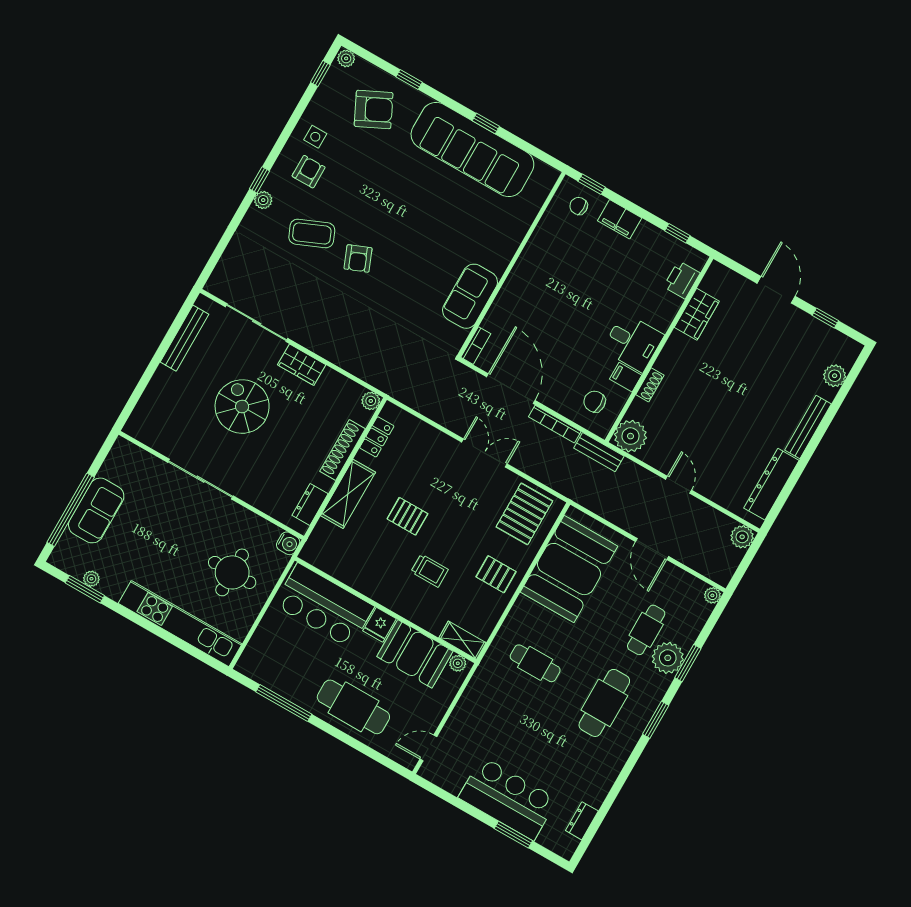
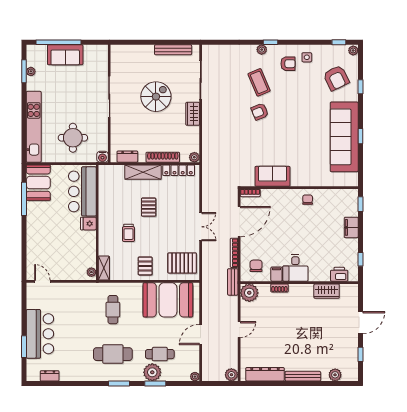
chair: (579, 206) -> (308, 200), moved
locker: (377, 437) -> (179, 170), width x1.53
booth: (415, 654) -> (38, 183), moved
cafe table: (353, 707) -> (41, 234), removed

